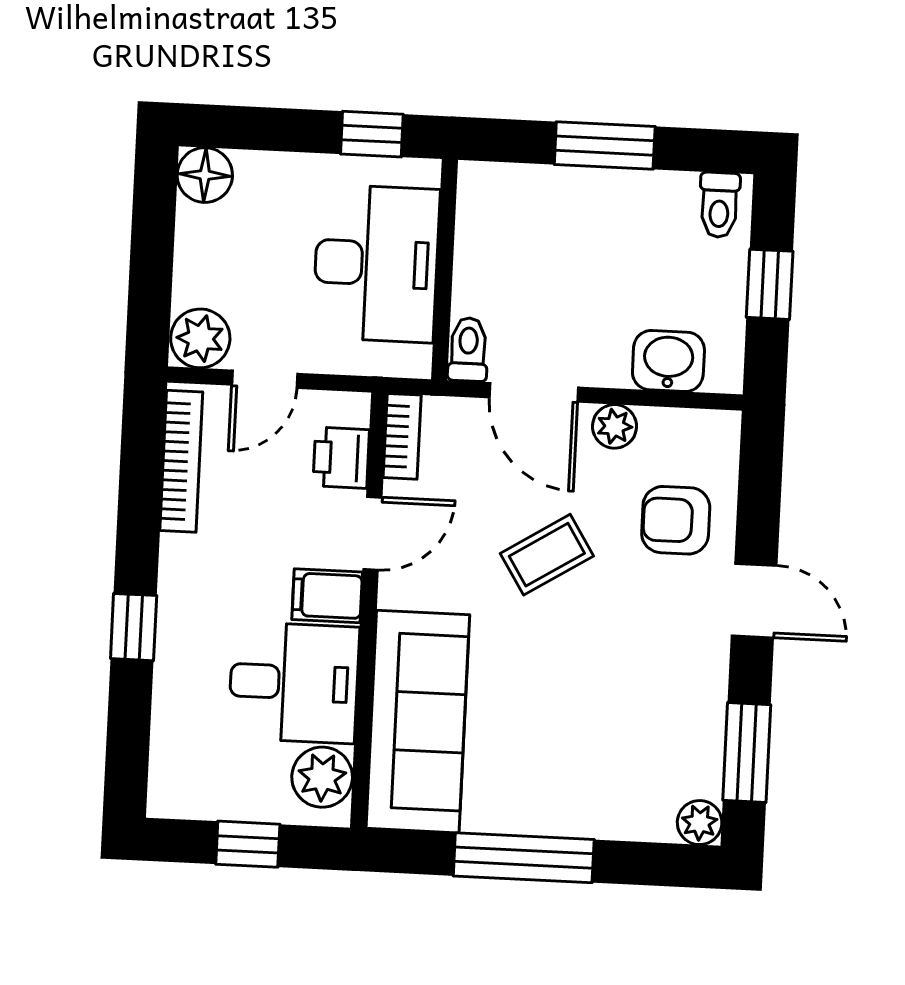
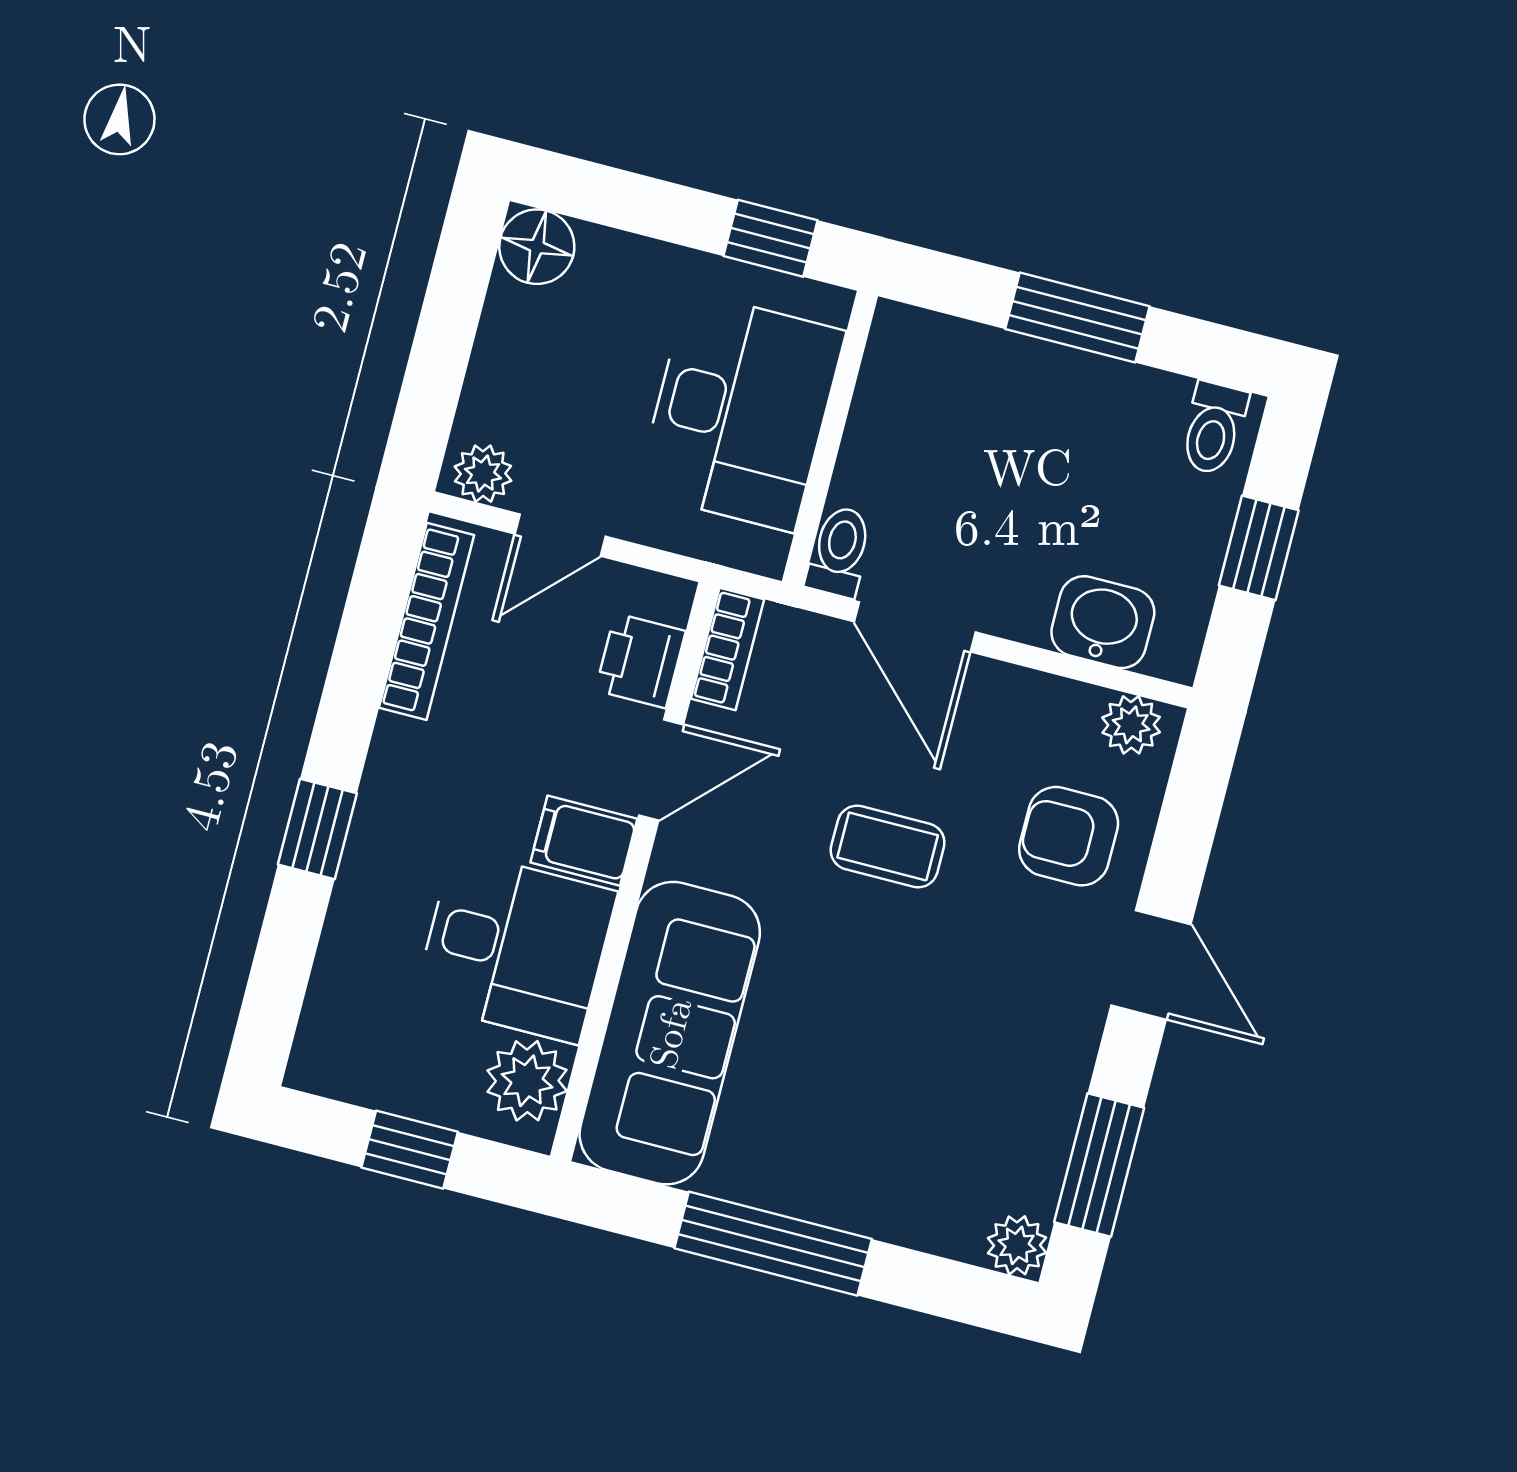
plant: (200, 338) -> (483, 474), width x0.73, depth x0.73
plant: (615, 426) -> (1131, 725), moved
coffee table: (547, 555) -> (888, 846), turned 32

